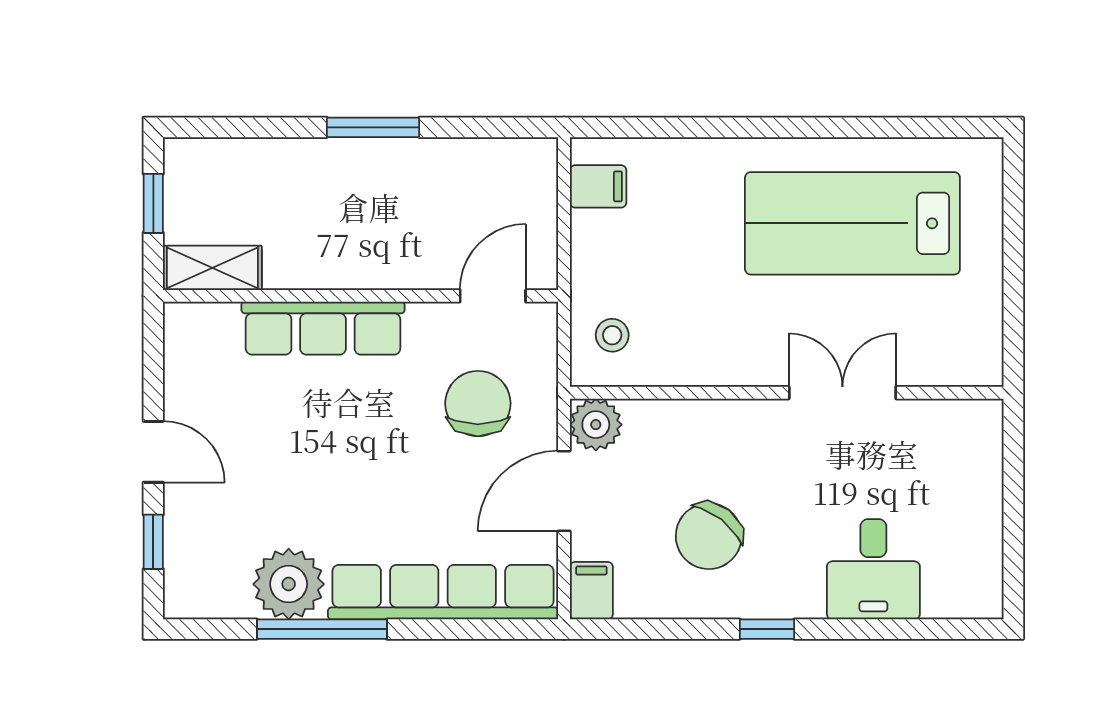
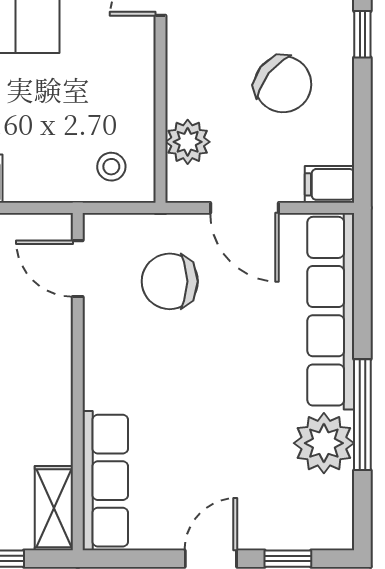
row of seats: (323, 328) -> (105, 481), moved
plant: (596, 425) -> (188, 142), moved

